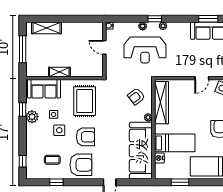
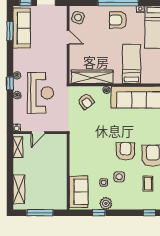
shelving: (59, 72) -> (18, 147), moved
rug: (85, 101) -> (91, 152), removed
nightstand: (159, 158) -> (146, 79), removed

